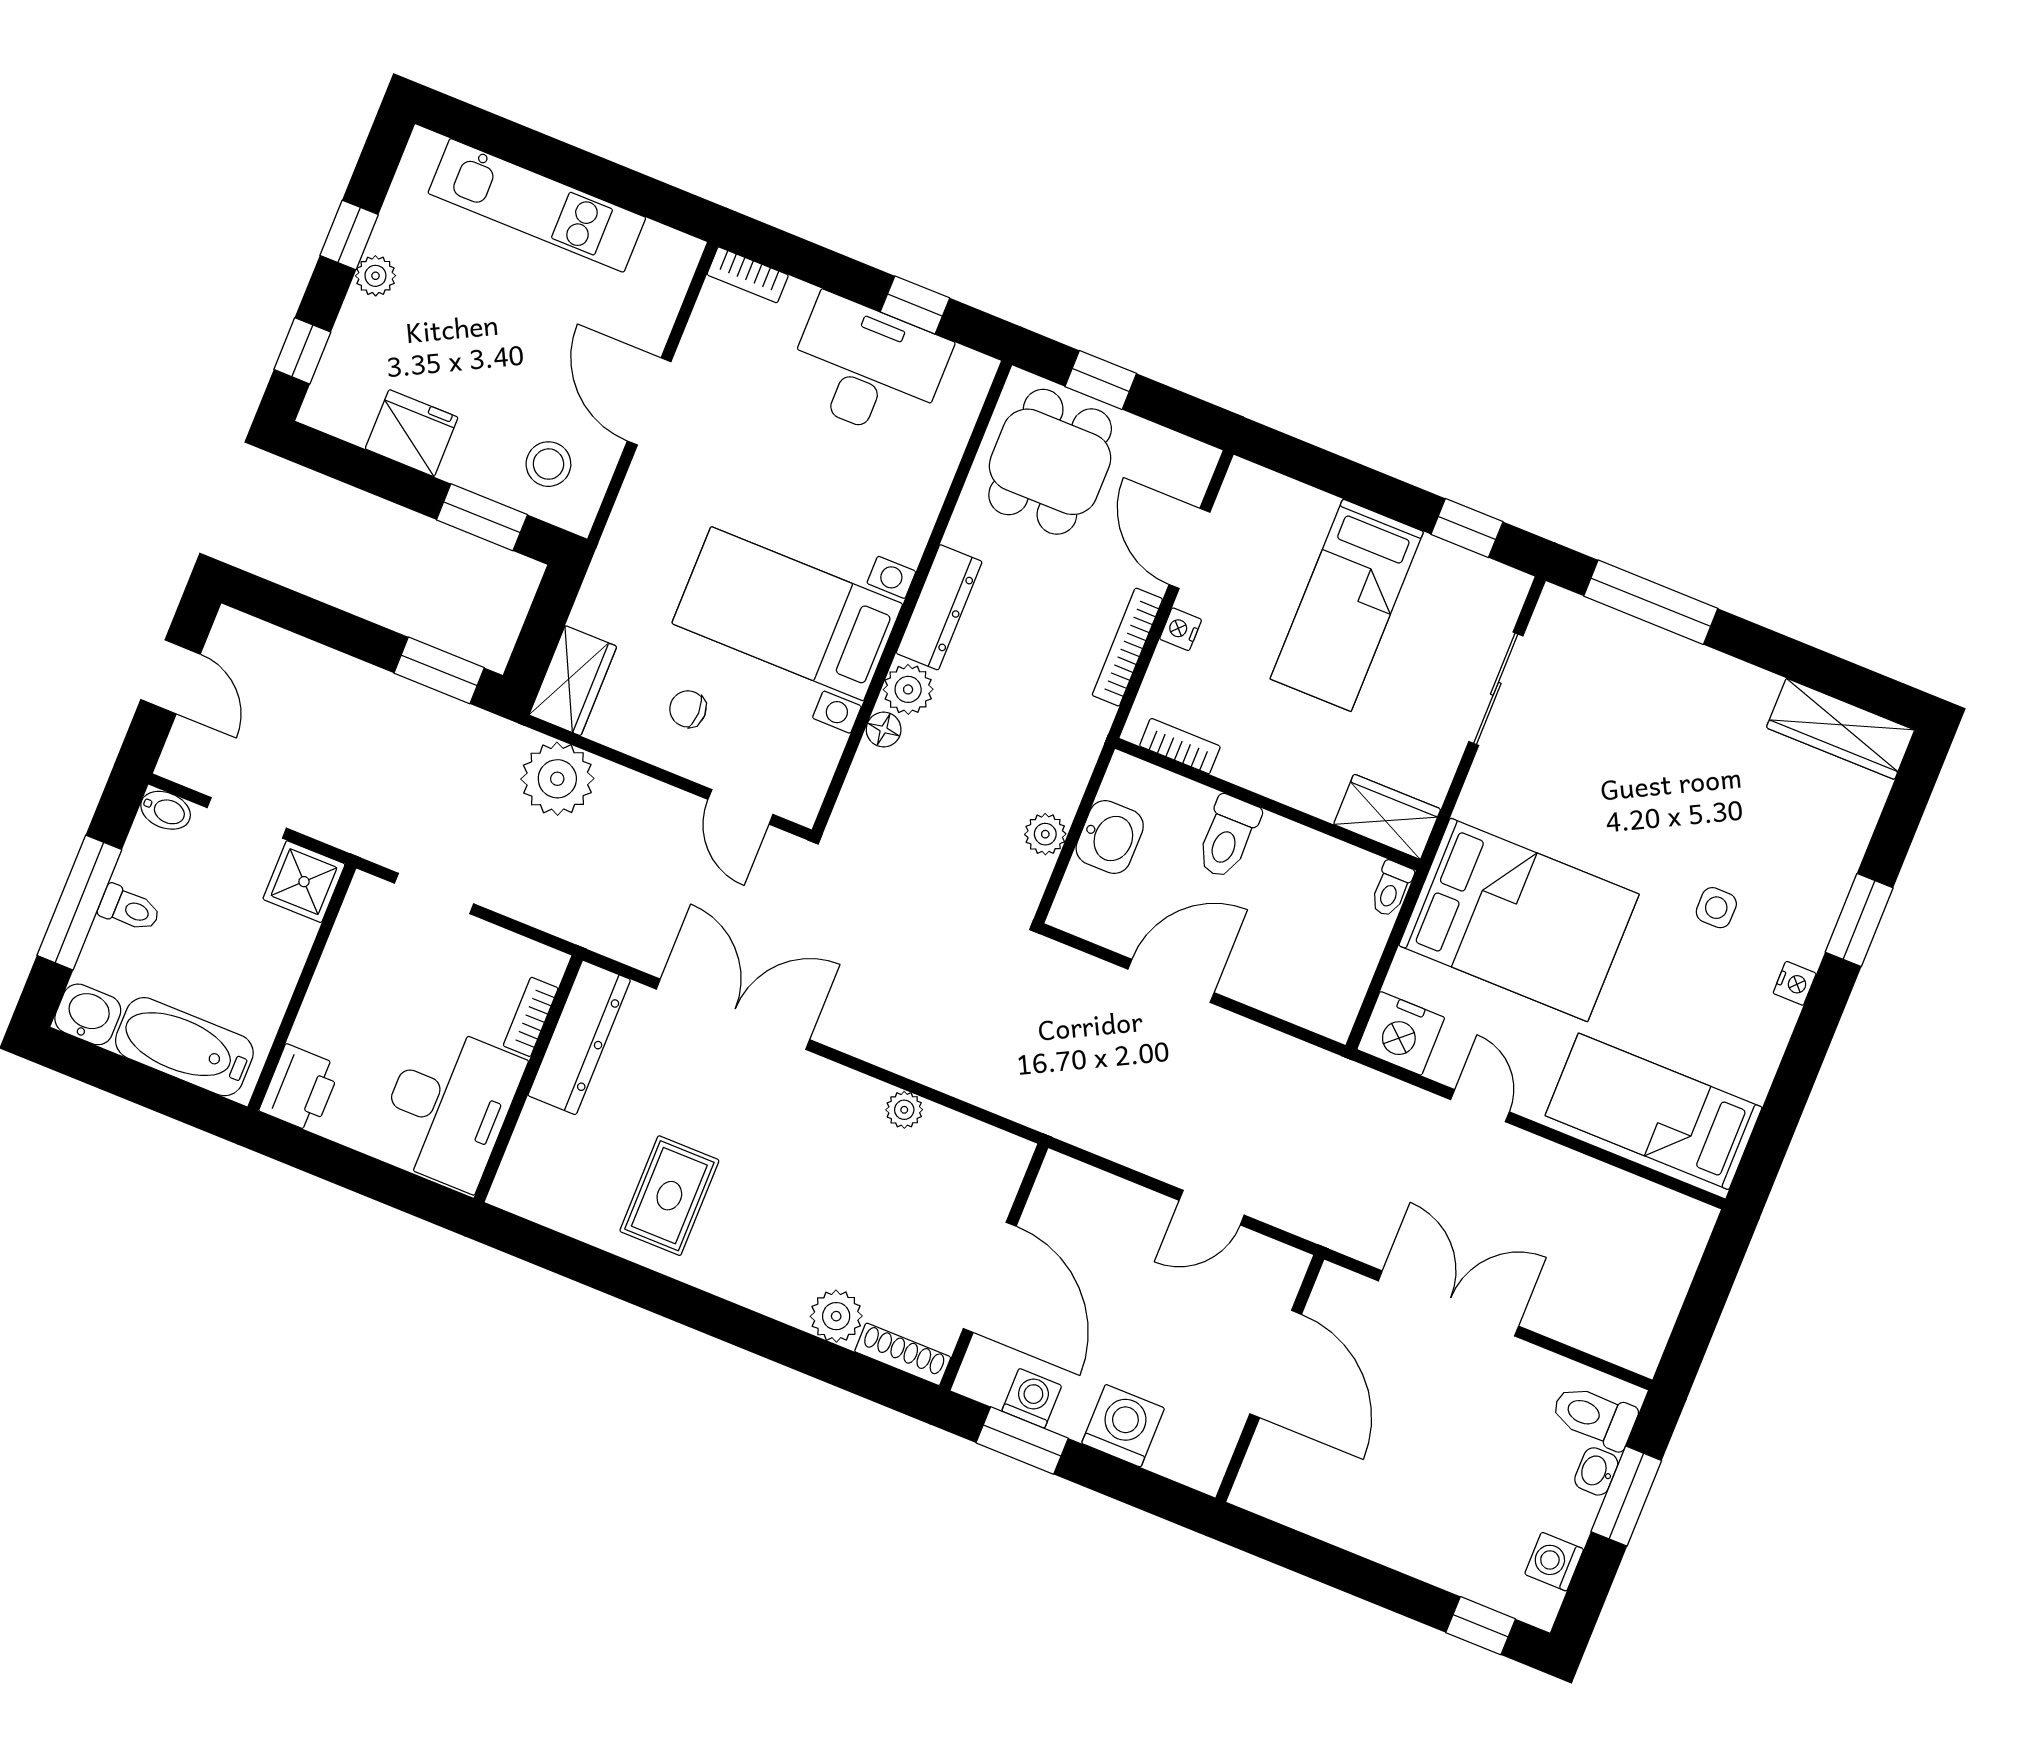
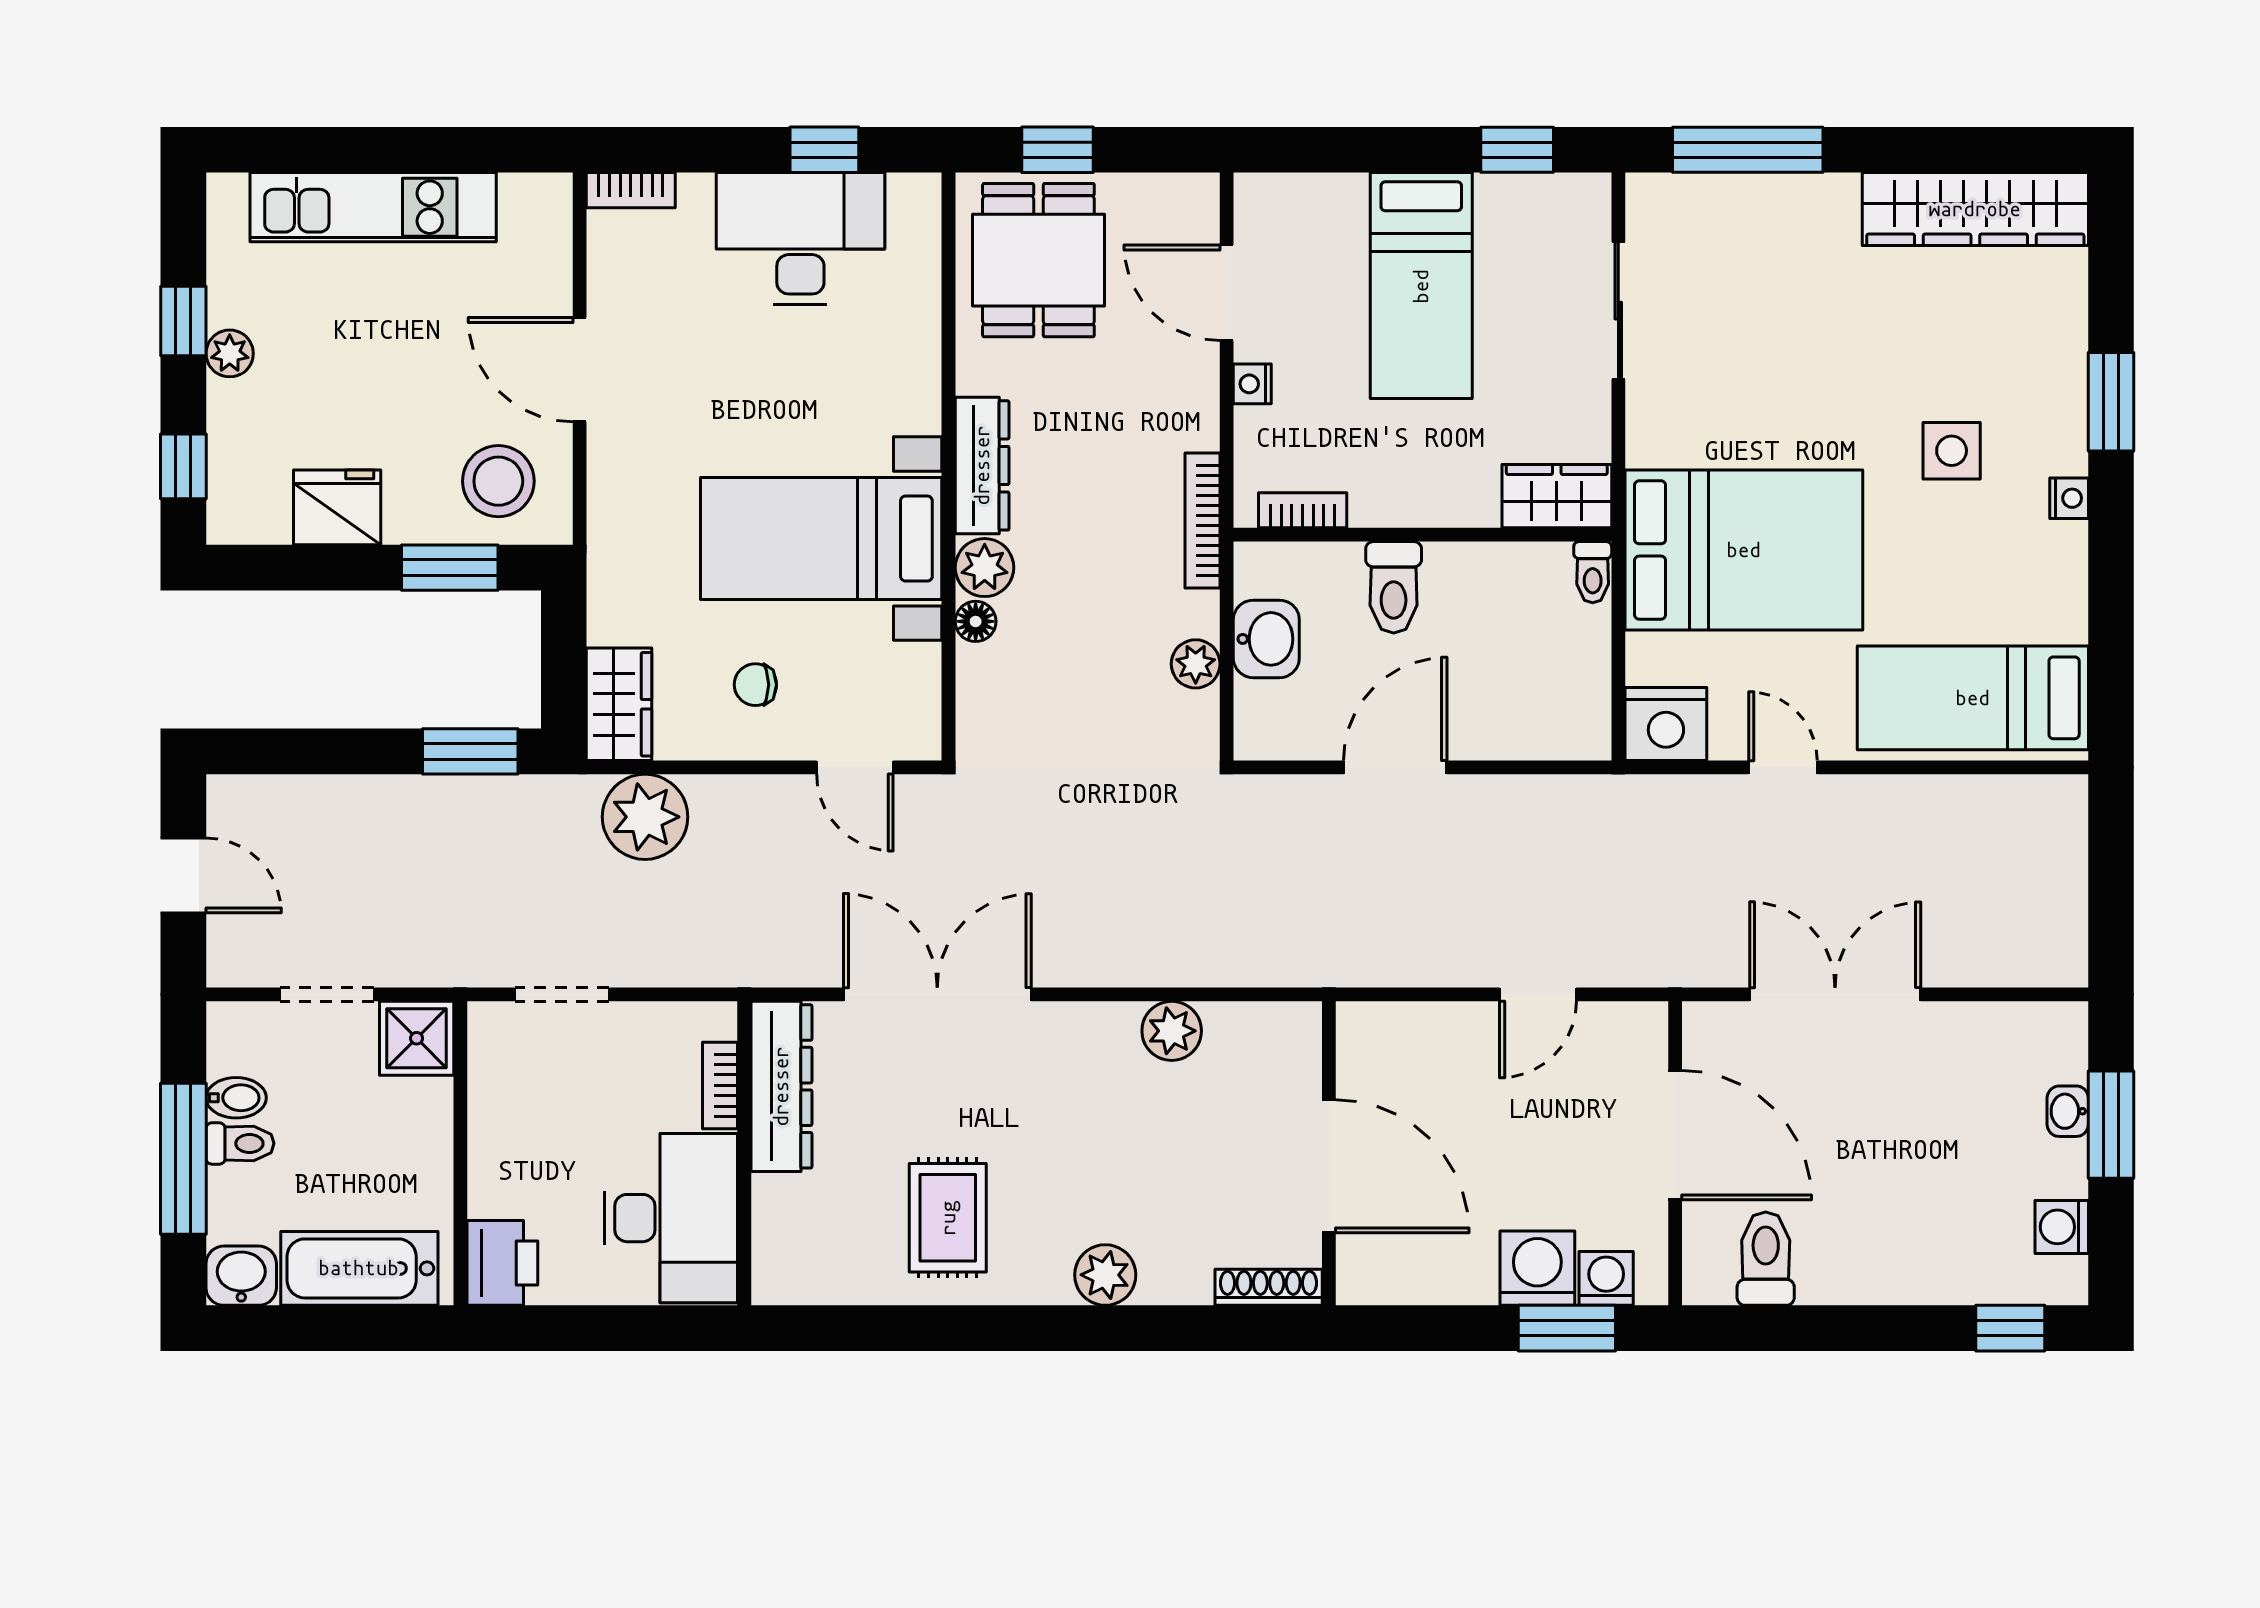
stool: (548, 464) -> (498, 481), width x1.38, depth x1.38
bookcase: (1127, 647) -> (1203, 521), moved
wardrobe: (1840, 729) -> (1975, 209), width x1.40, depth x1.17
bidet: (166, 810) -> (236, 1098), moved
side table: (1716, 908) -> (1952, 451), width x1.37, depth x1.37
plant: (904, 1110) -> (1172, 1031), width x1.38, depth x1.38
plant: (836, 1316) -> (1105, 1275), moved
washing machine: (1032, 1398) -> (1606, 1278), moved
toilet: (1594, 1416) -> (1766, 1259), moved, turned 90
window: (1022, 1441) -> (1567, 1328), moved

